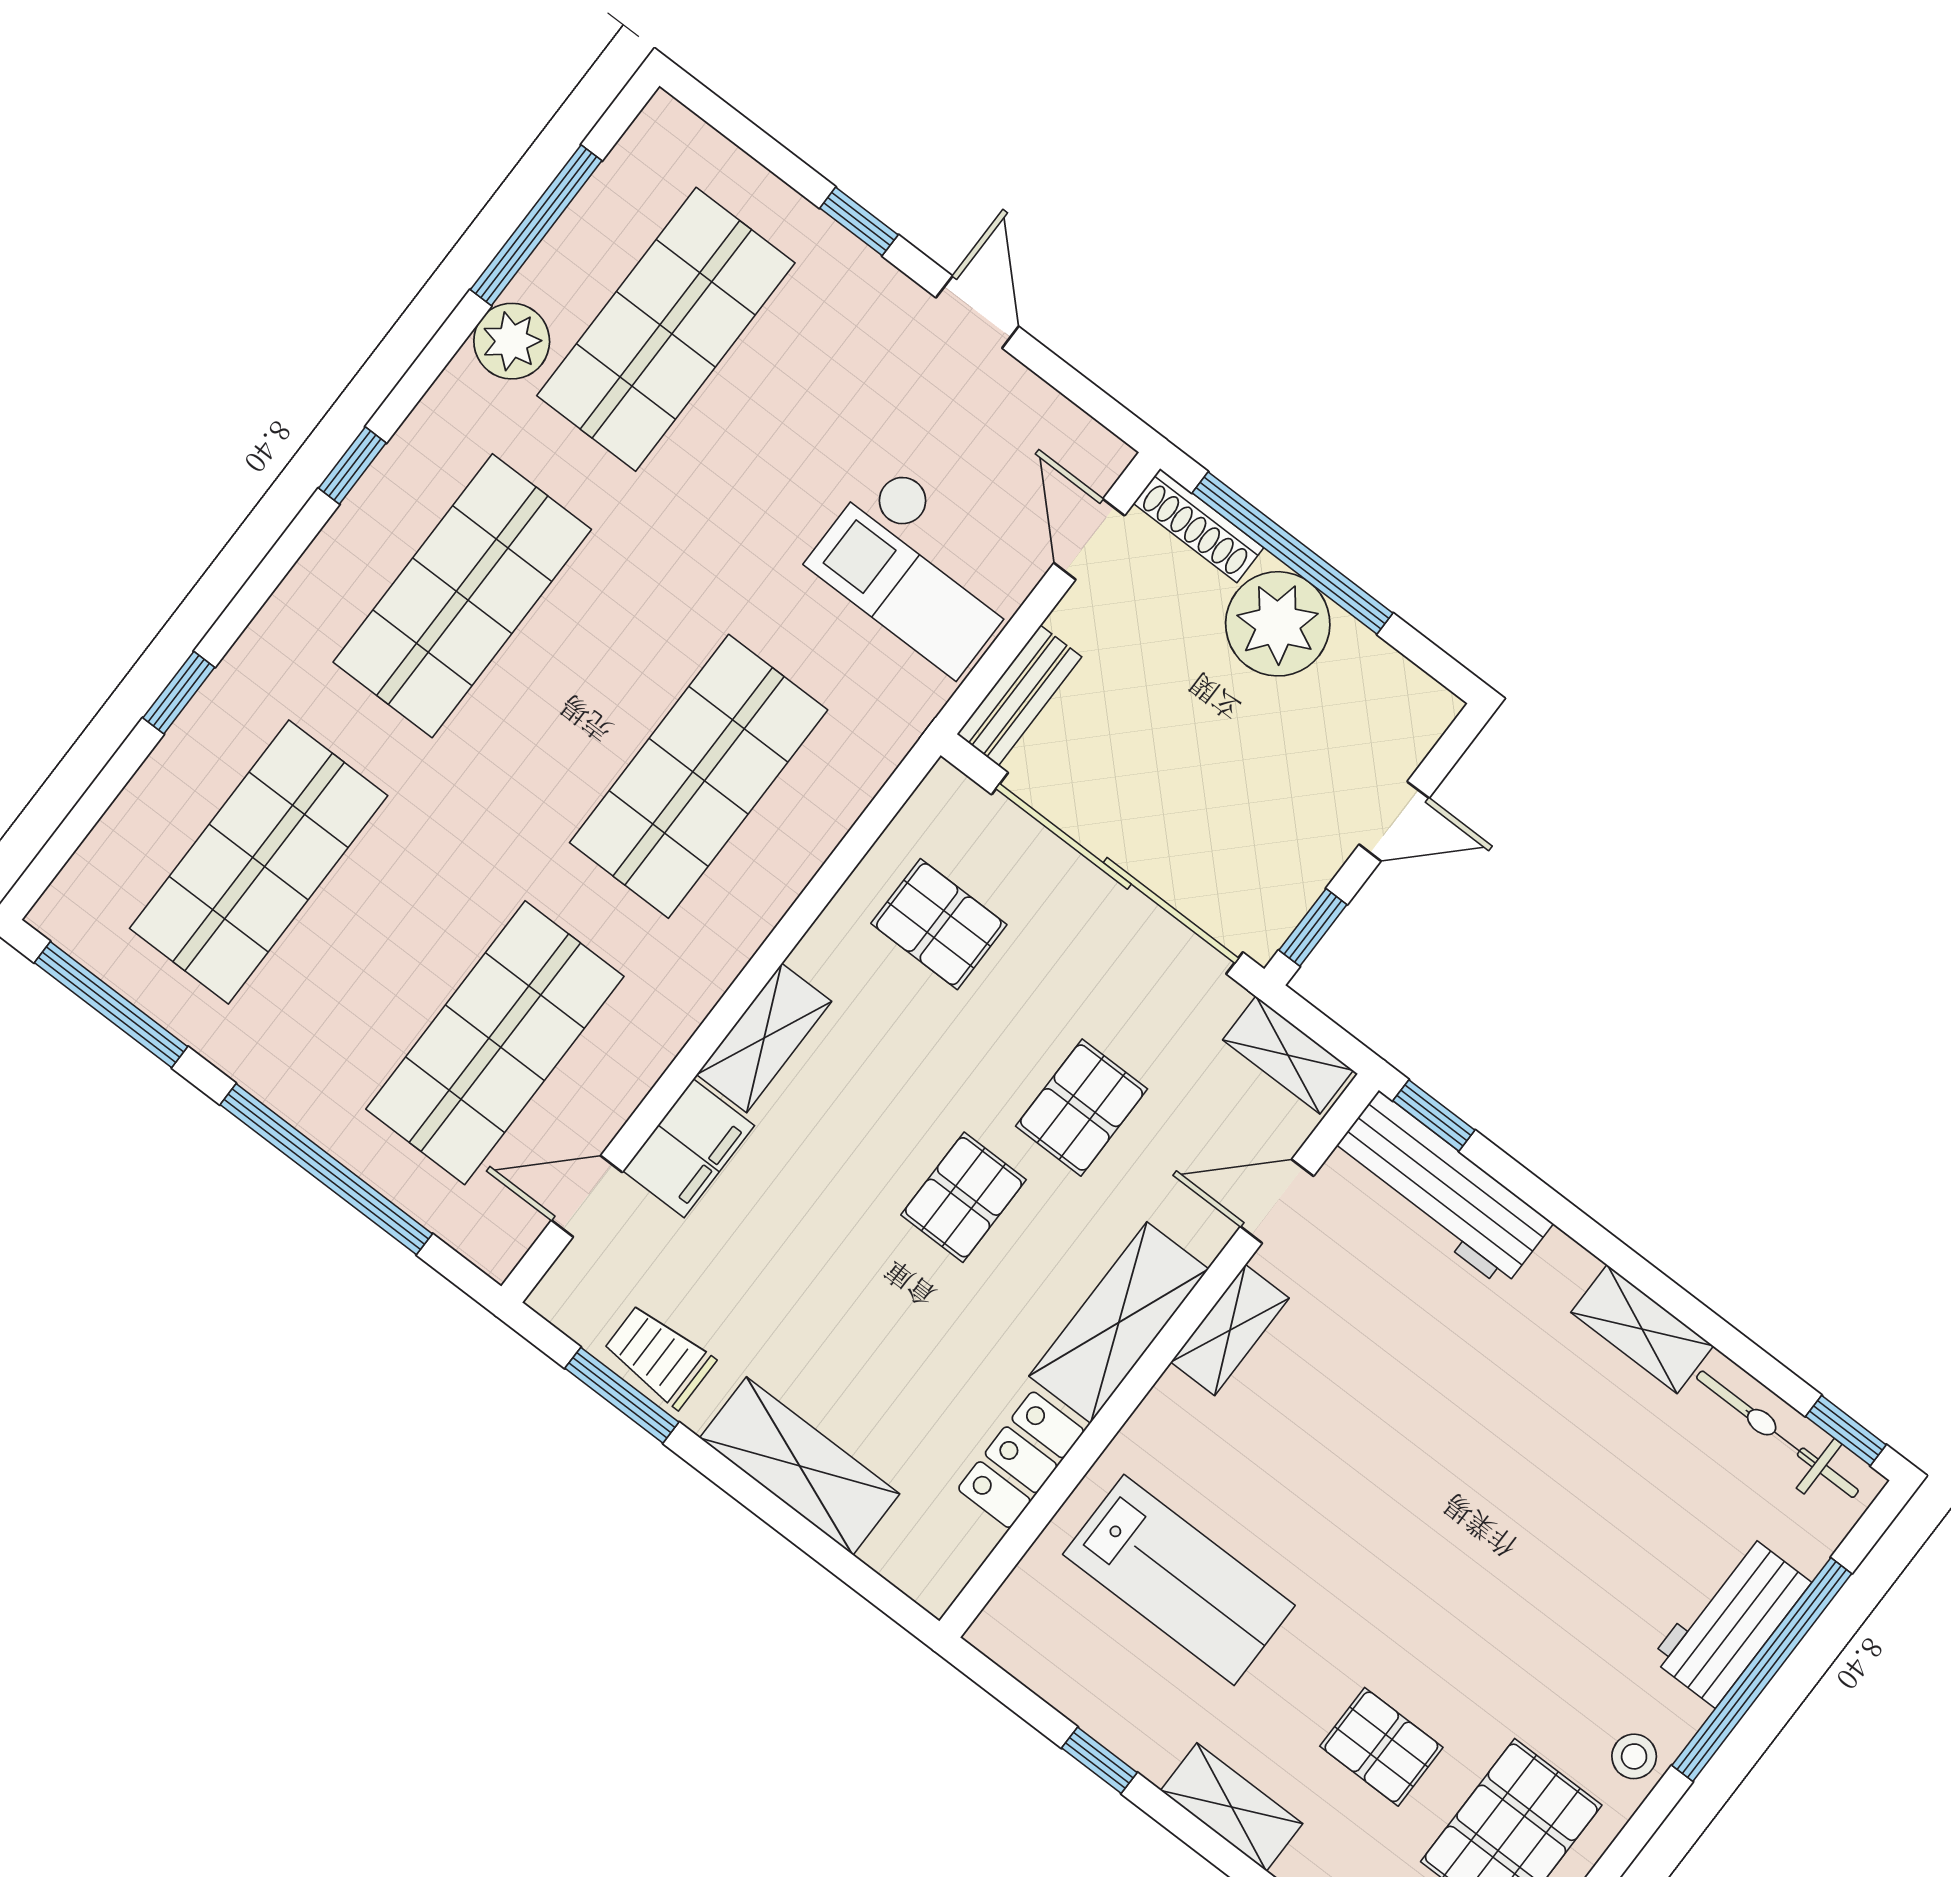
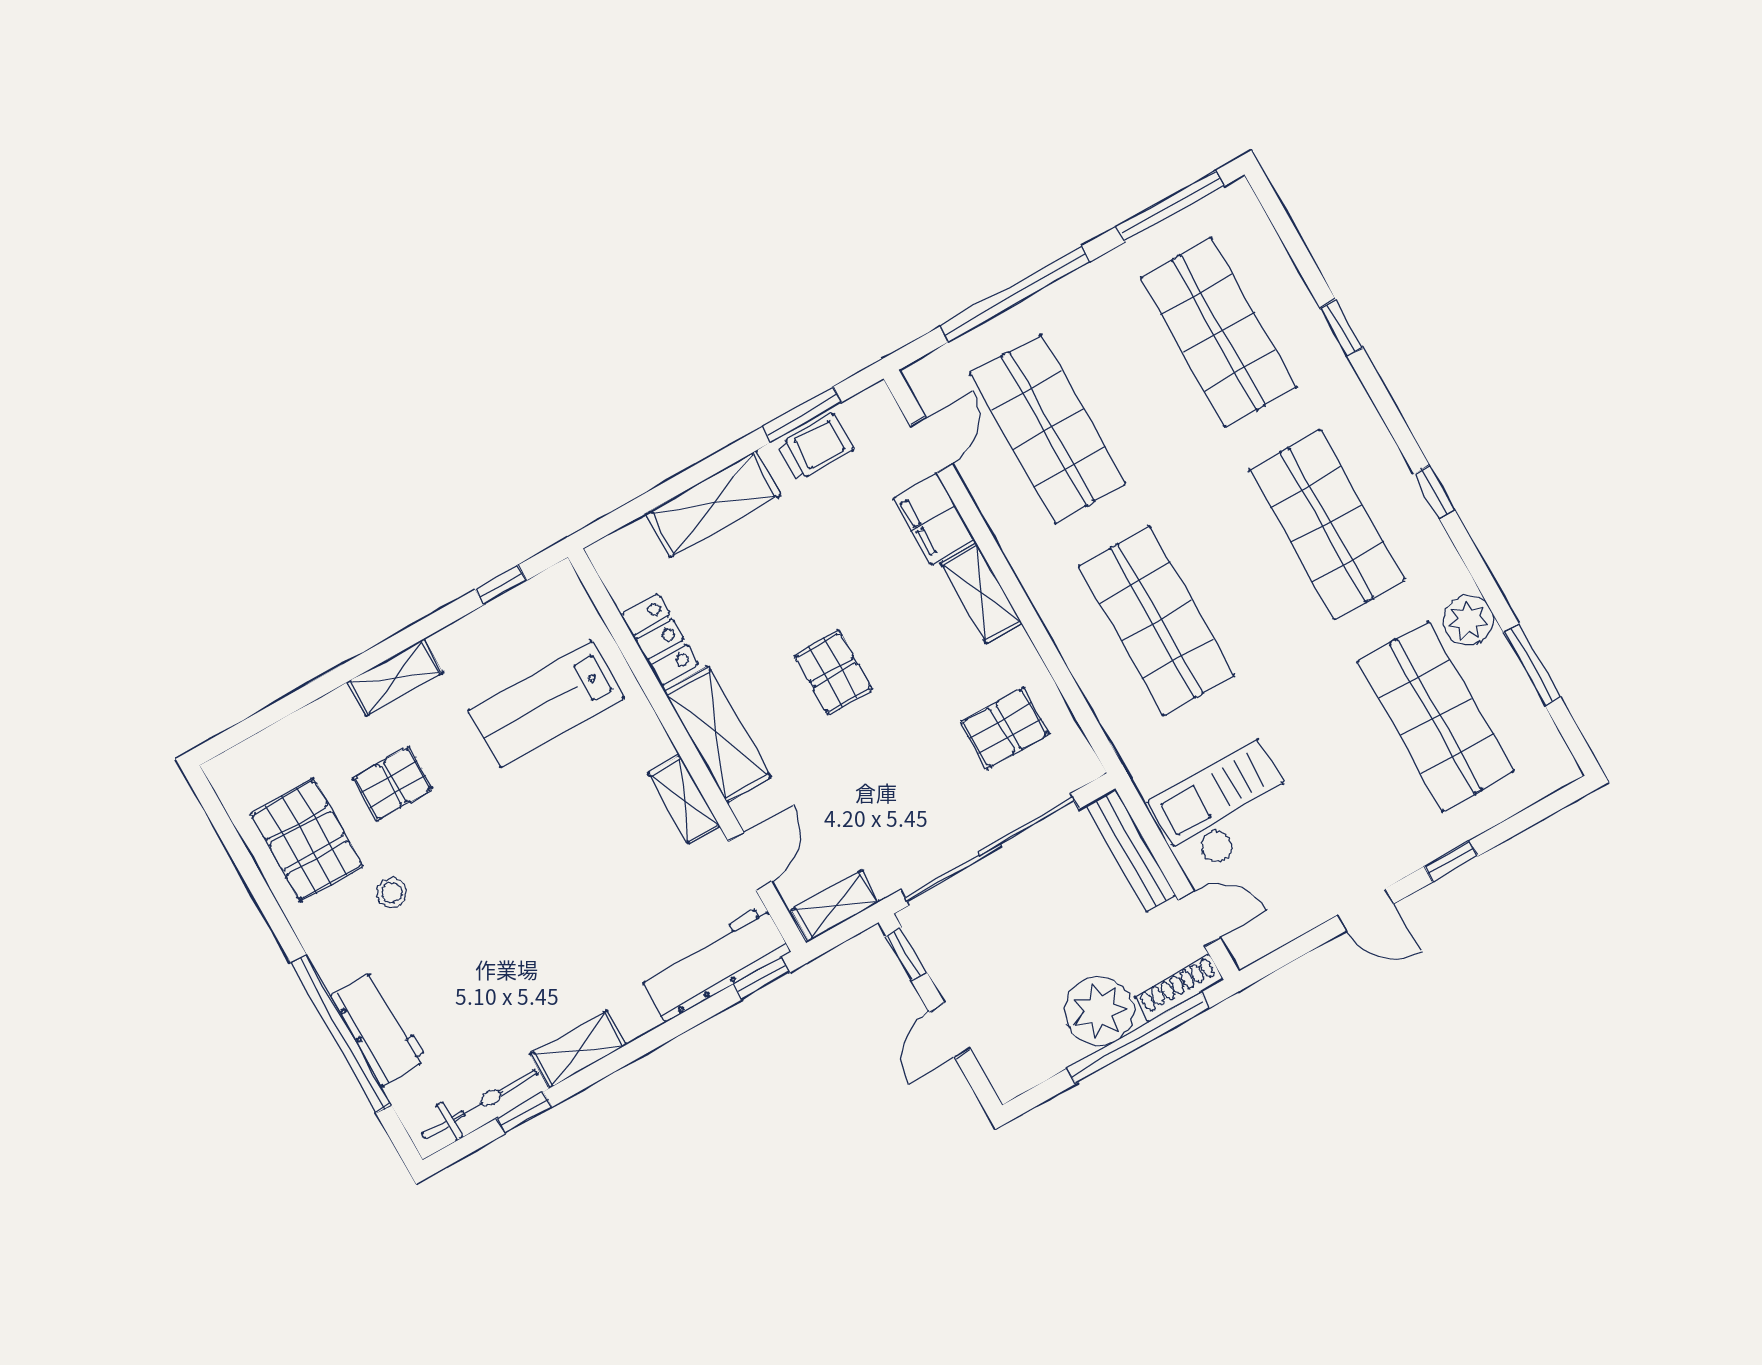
window: (536, 225) -> (1532, 665), width x0.69
bench: (1019, 695) -> (1131, 850), width x1.36
pallet: (1082, 1108) -> (857, 767), removed
window: (1846, 1431) -> (524, 1113), moved
stool: (1634, 1756) -> (392, 893), moved
window: (1099, 1760) -> (501, 585), moved

